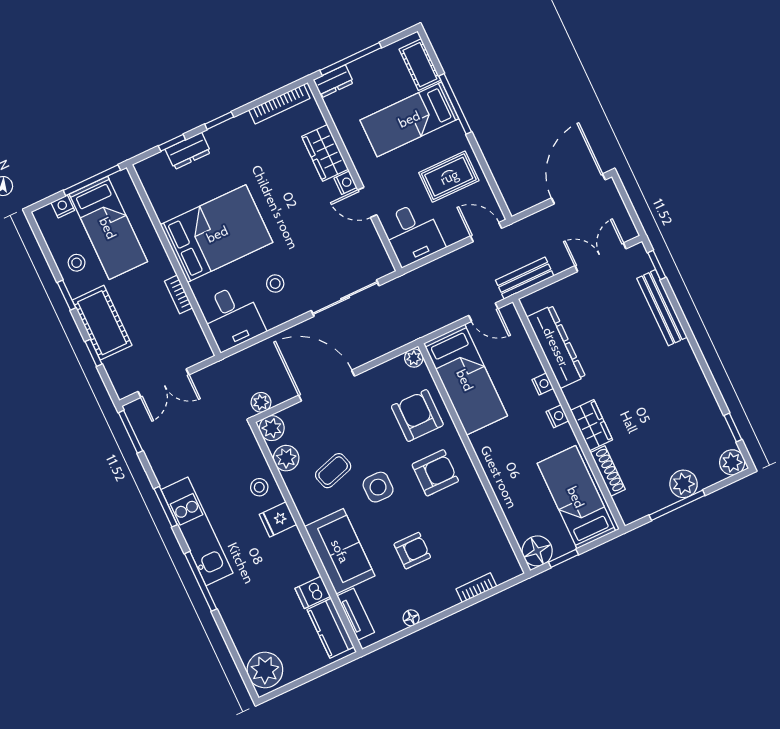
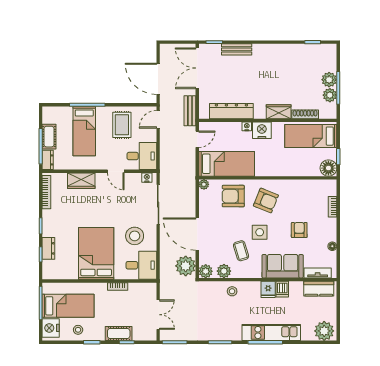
cot: (420, 65) -> (49, 137), moved, turned 90
nightstand: (345, 183) -> (147, 178), moved
door: (578, 189) -> (158, 79), moved
door: (367, 202) -> (116, 171), hinge flipped
nightstand: (63, 206) -> (51, 328), width x1.89, depth x1.79
double door: (600, 257) -> (197, 68), width x1.37
stool: (275, 283) -> (135, 236), width x1.89, depth x1.89
bench: (662, 308) -> (237, 49), width x0.73
cot: (102, 323) -> (119, 334), width x0.73, depth x0.75
door: (327, 386) -> (197, 234), hinge flipped
plant: (261, 402) -> (186, 266), width x1.87, depth x1.87
nightstand: (557, 416) -> (262, 130), width x1.89, depth x1.79
plant: (732, 462) -> (330, 95), moved
armchair: (435, 473) -> (266, 200), turned 112
fridge: (278, 519) -> (268, 289), moved
kitchen unit: (197, 531) -> (271, 333), moved
dishwasher: (313, 592) -> (282, 289), moved

